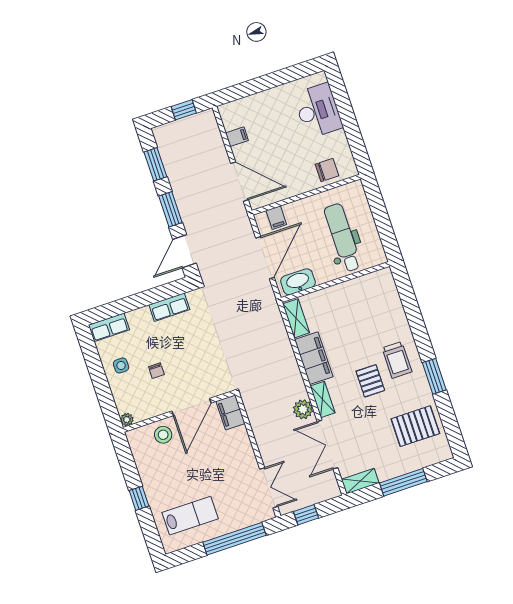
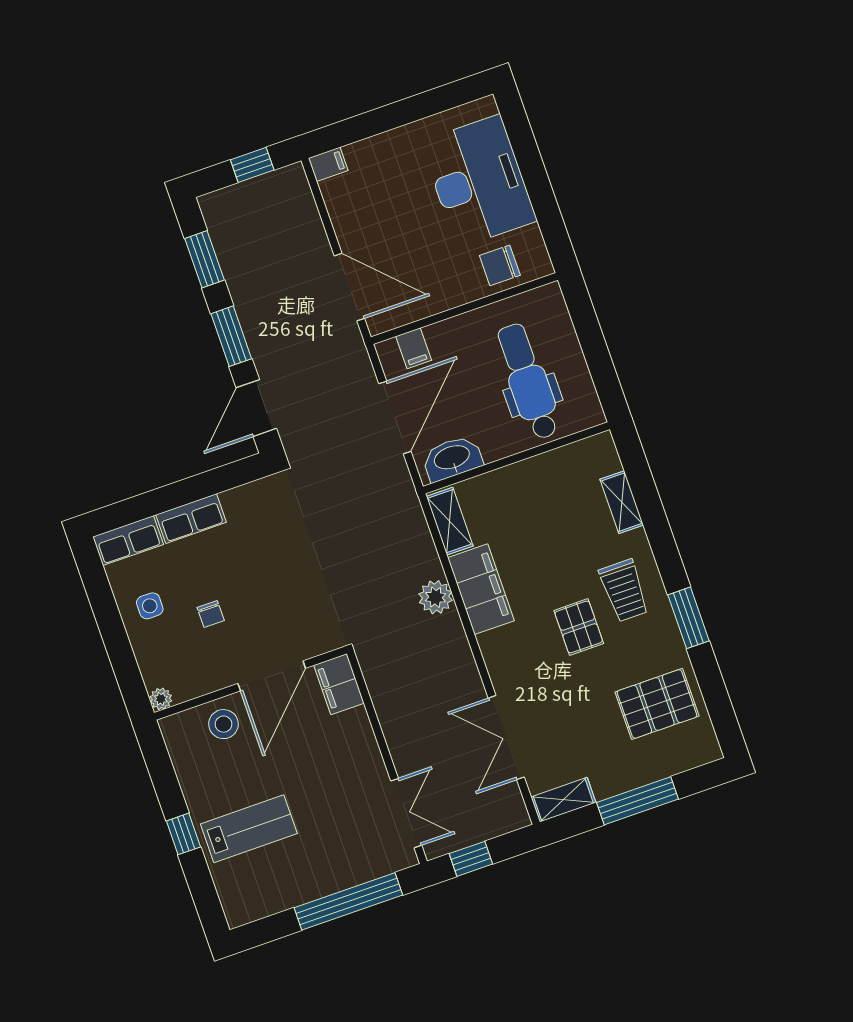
desk: (318, 111) -> (479, 181), width x1.36, depth x1.30
filing cabinet: (237, 137) -> (328, 164), moved
chair: (327, 170) -> (500, 265), turned 180
row of seats: (169, 307) -> (191, 519), moved
shelving: (323, 399) -> (622, 502), moved
plant: (303, 409) -> (436, 597), moved
lab bench: (190, 516) -> (249, 829), moved

